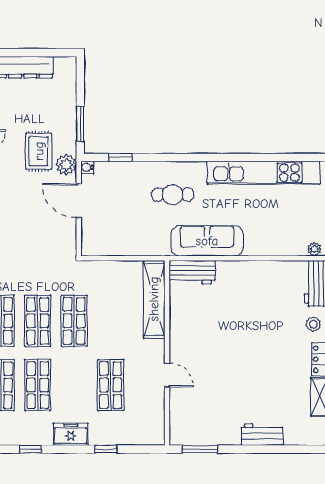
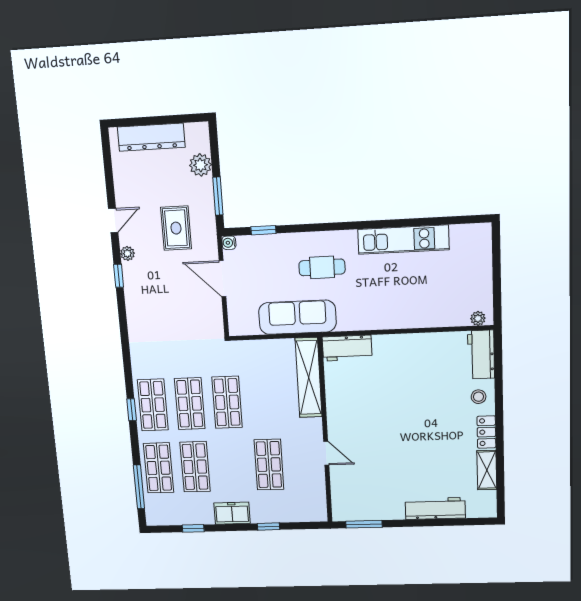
plant: (66, 165) -> (200, 165), moved
kitchen unit: (264, 173) -> (403, 240), width x0.73
sofa: (207, 241) -> (297, 317), moved
workbench: (262, 435) -> (435, 509), width x1.38

